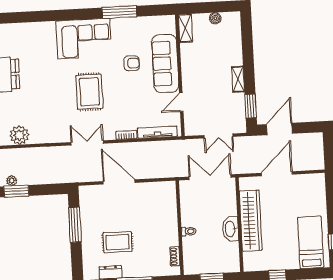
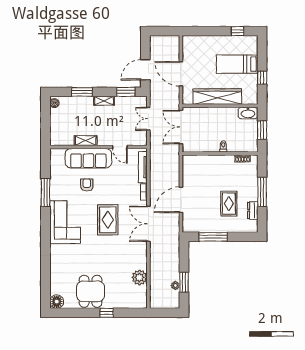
boiler: (215, 18) -> (54, 103), moved
shelving: (185, 28) -> (86, 141), moved
window: (248, 51) -> (82, 92), added
rug: (89, 92) -> (108, 220), turned 90
door: (279, 129) -> (145, 70), hinge flipped
double door: (218, 136) -> (148, 119), swing flipped
double door: (87, 143) -> (148, 224), width x1.37
washbasin: (230, 229) -> (248, 113), moved
bed: (311, 242) -> (237, 64), moved

